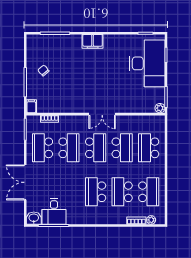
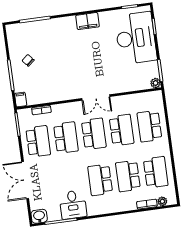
filing cabinet: (93, 41) -> (87, 21), moved
school desk: (42, 148) -> (38, 141), turned 180
desk: (54, 211) -> (73, 205), moved

